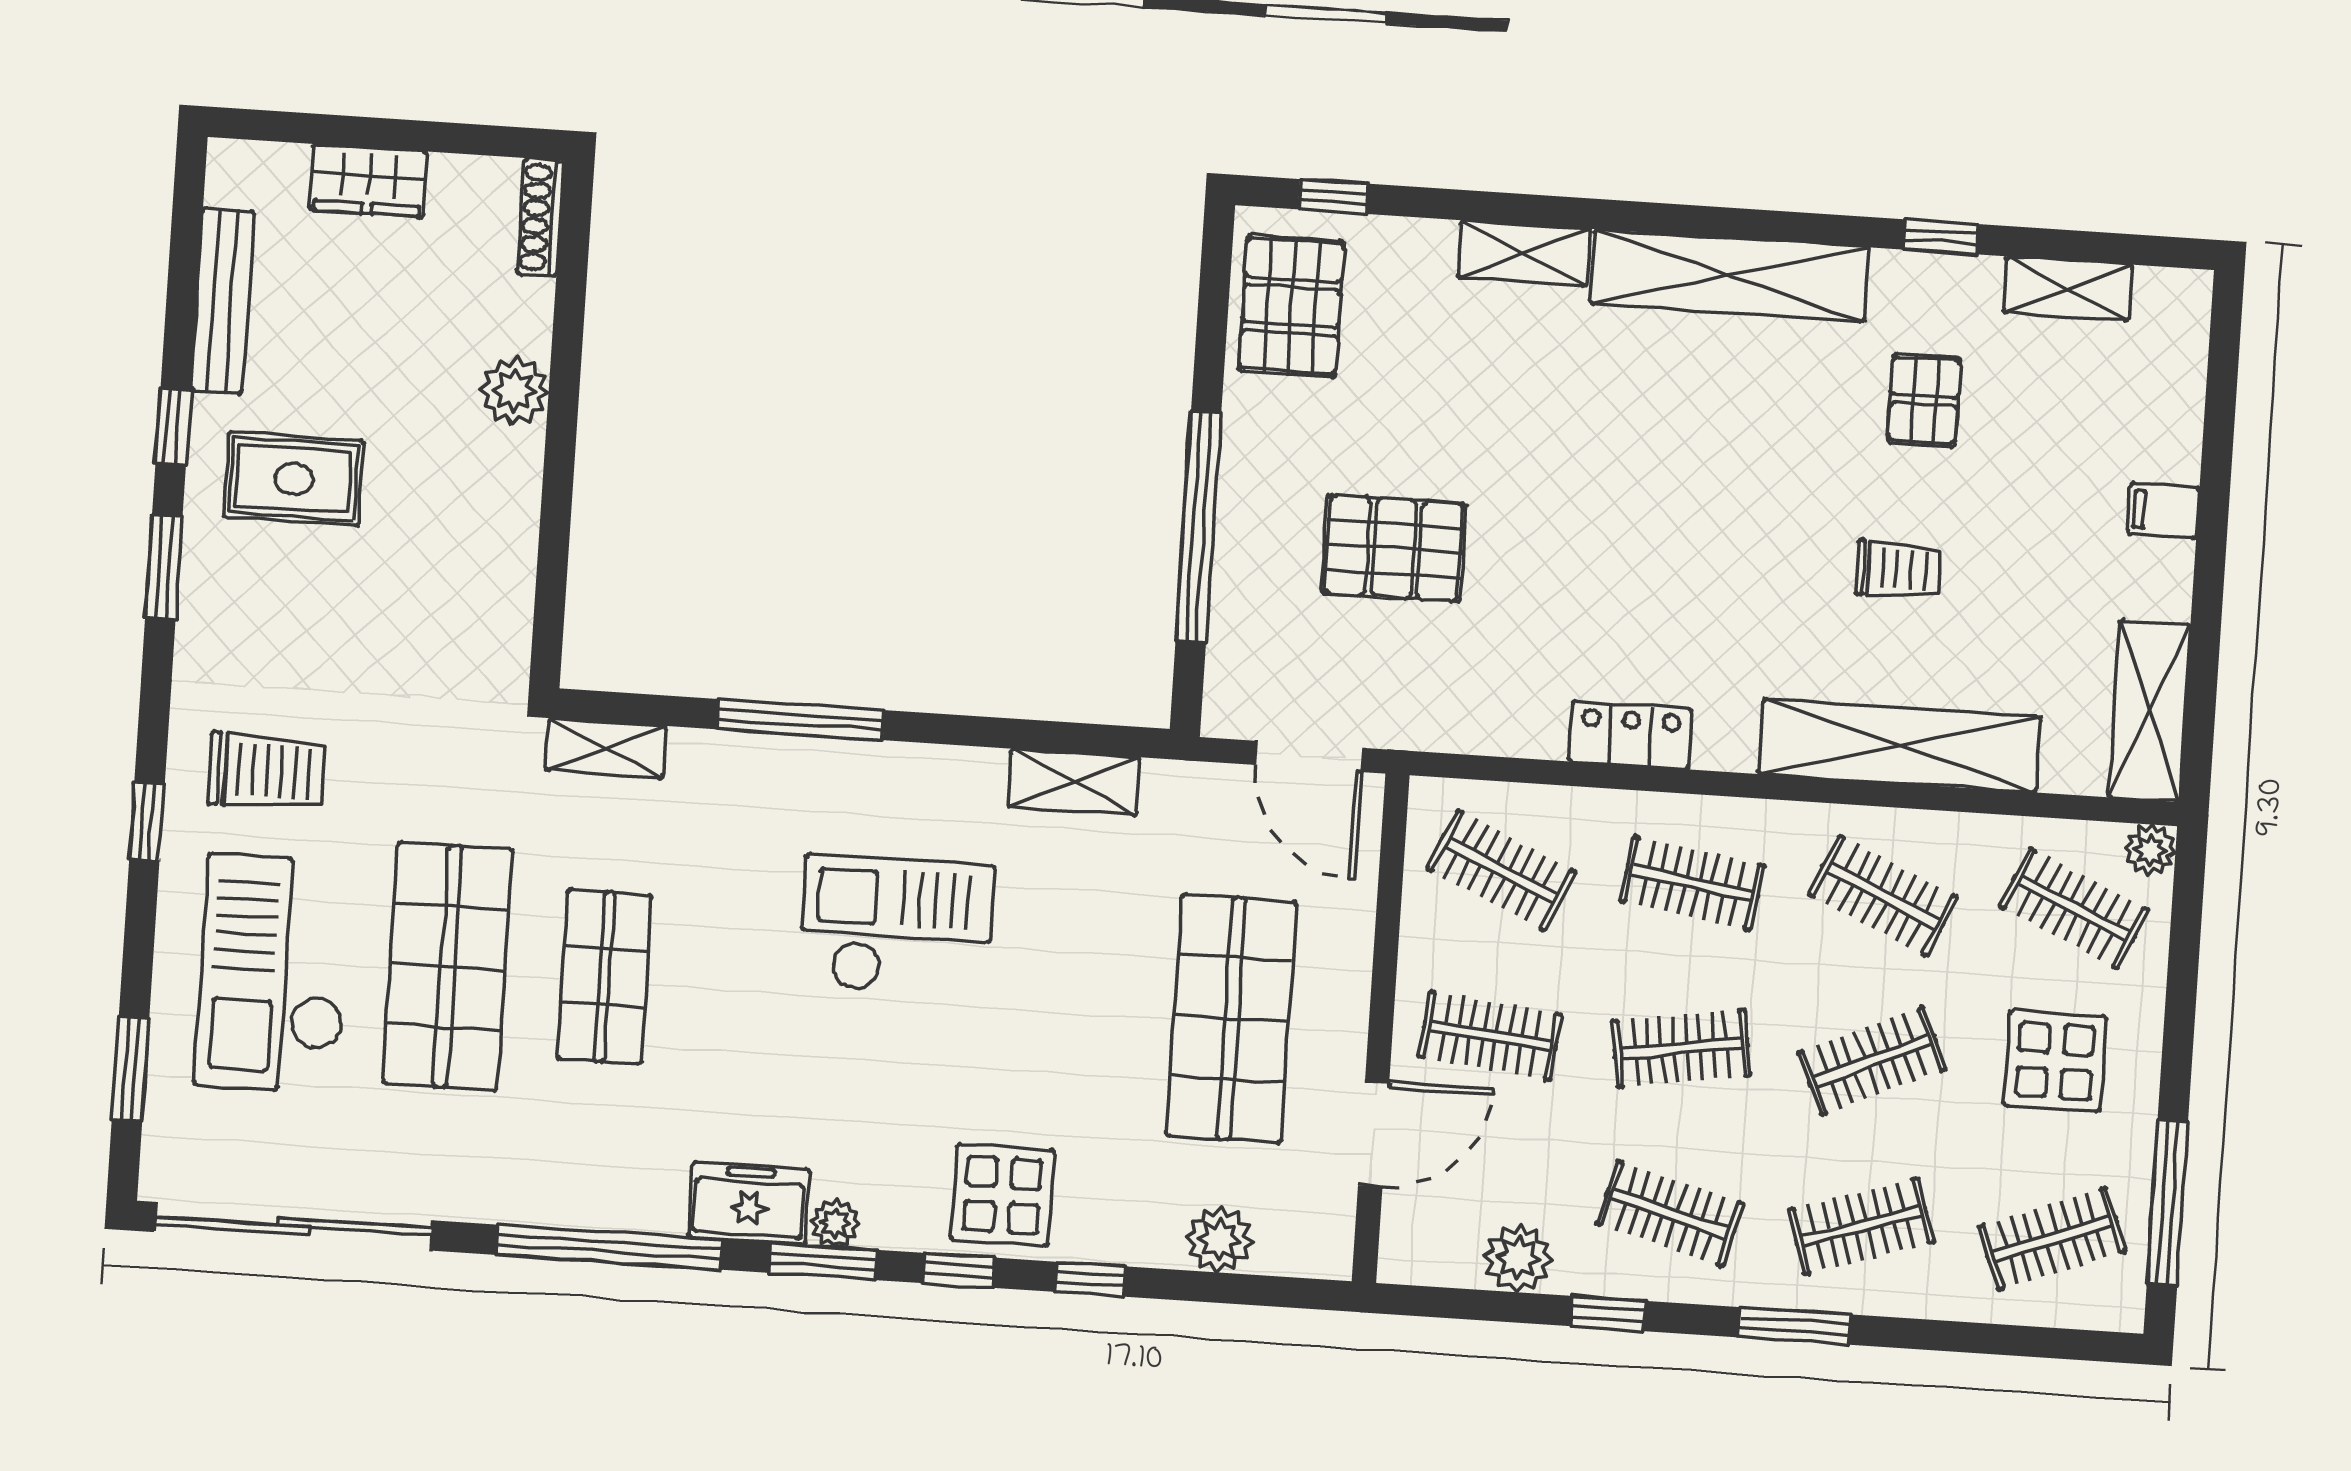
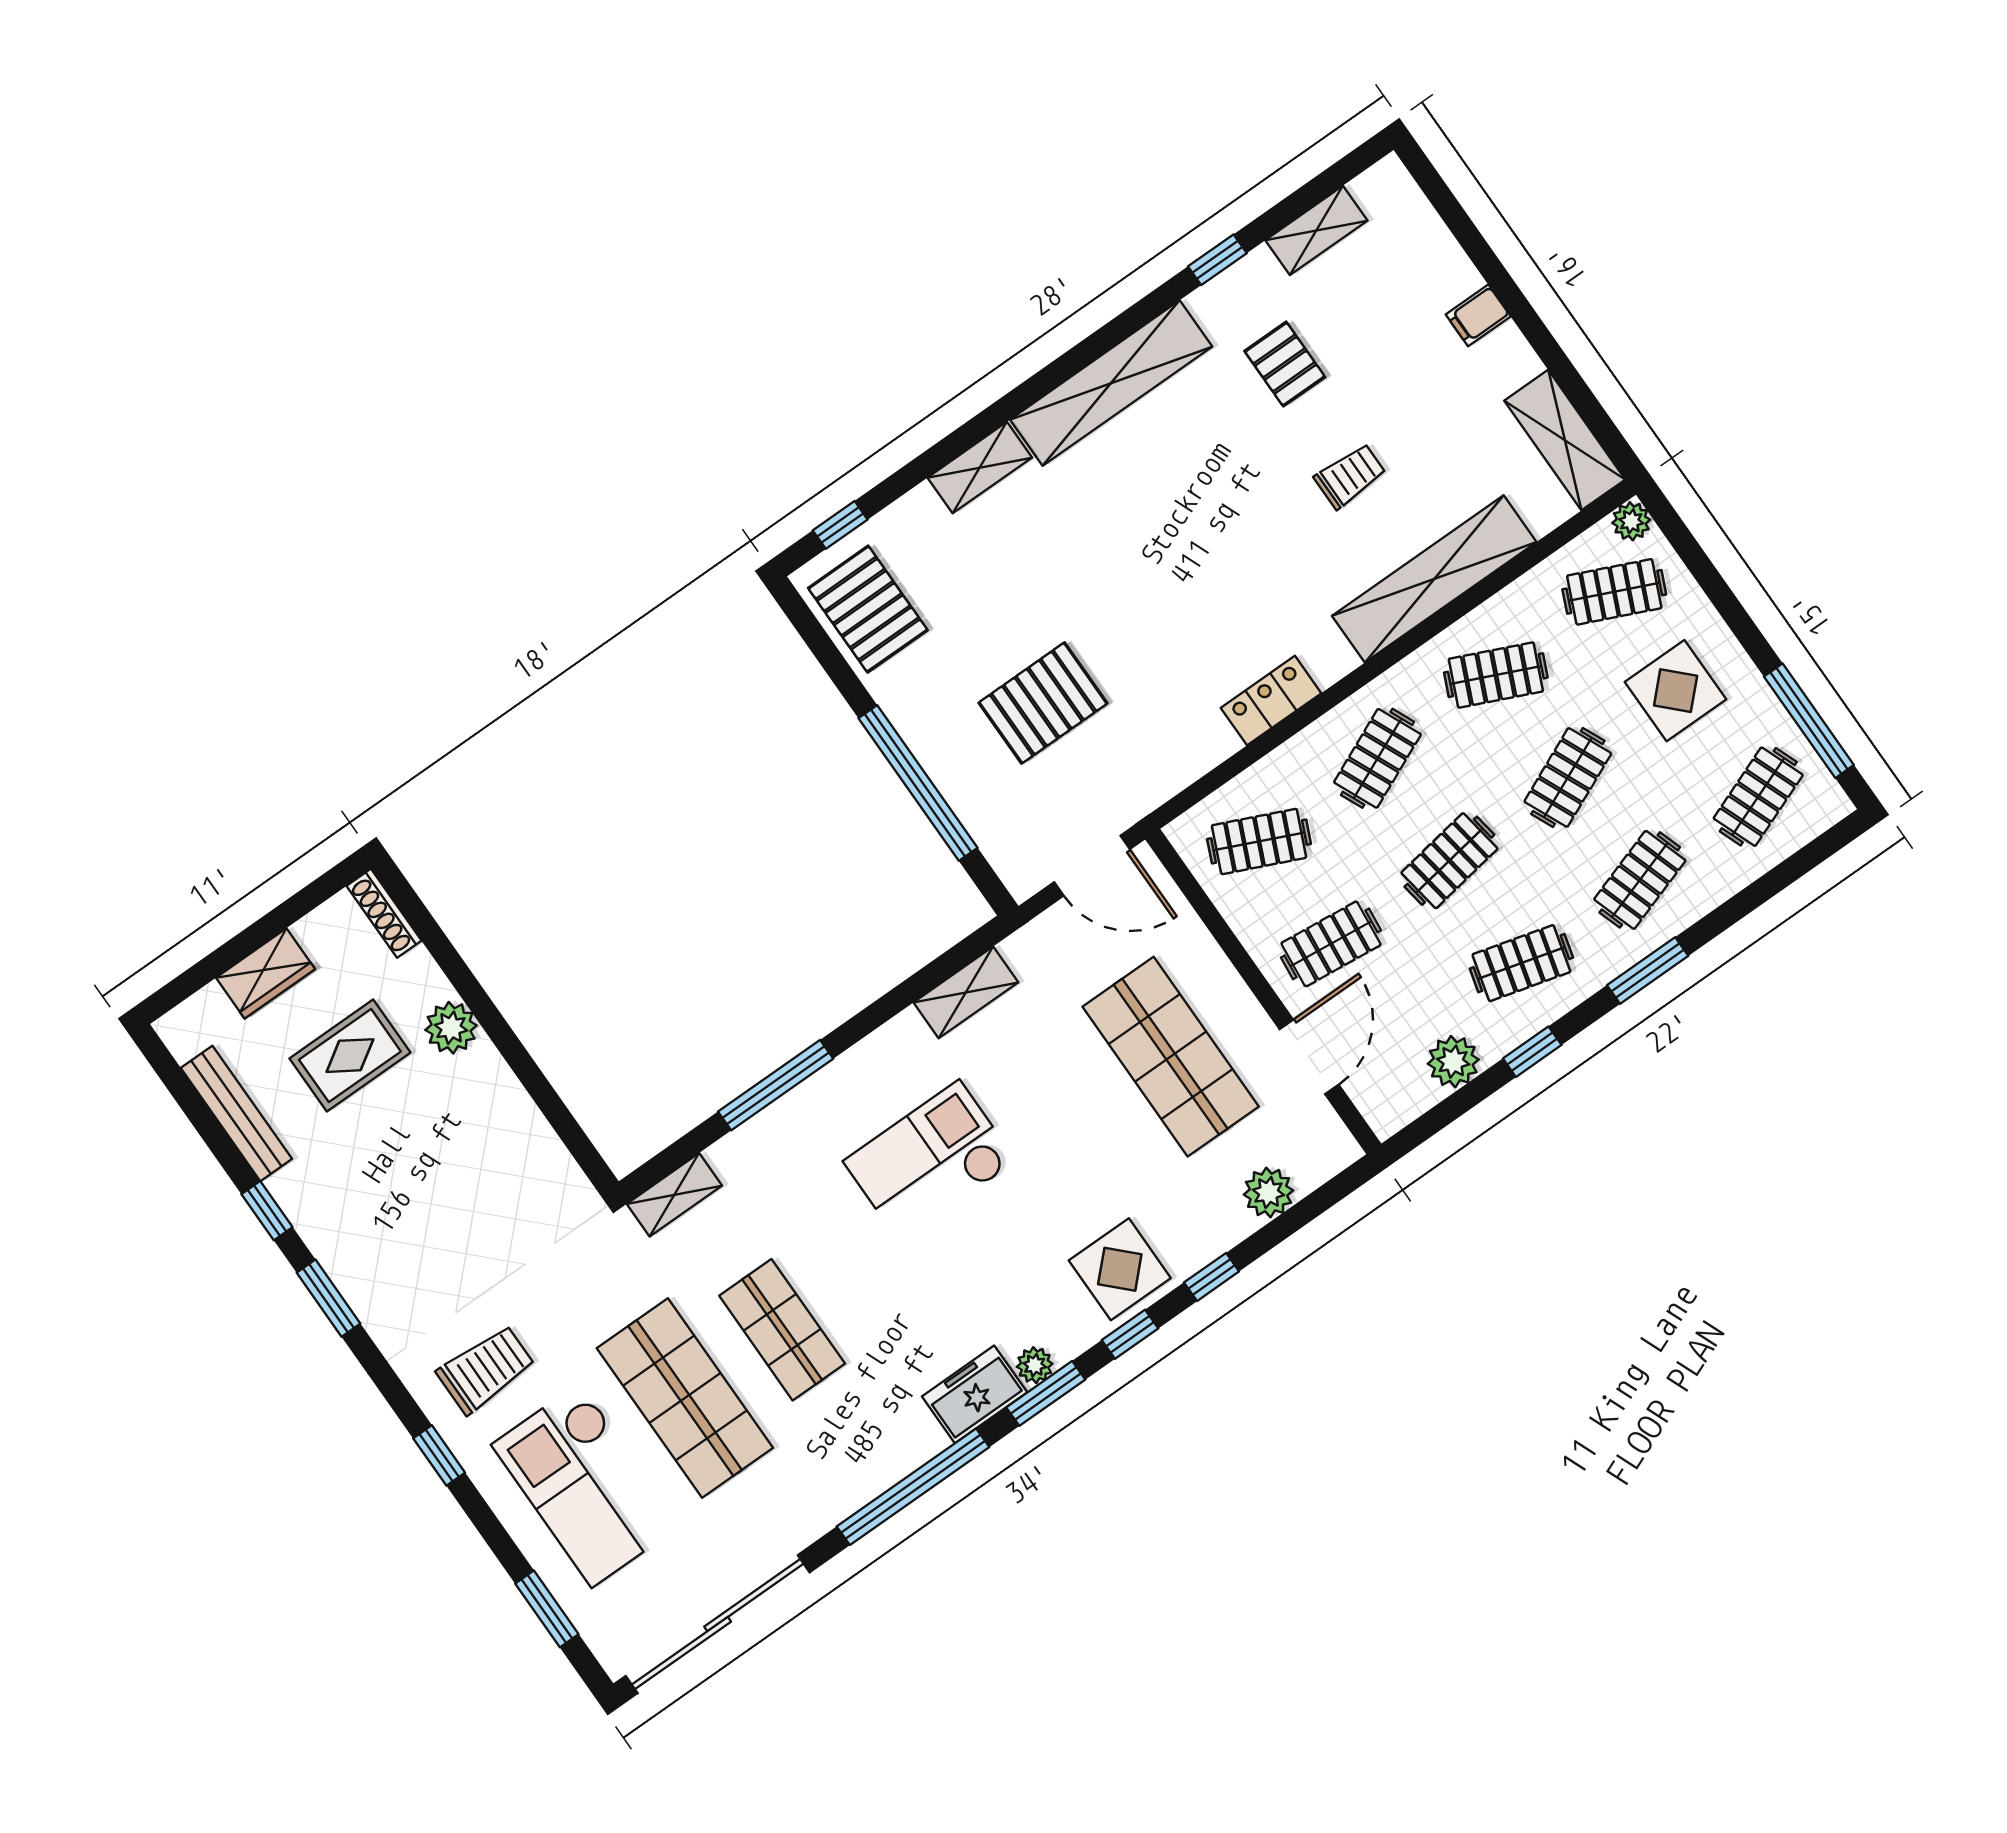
rug: (294, 479) -> (350, 1056), moved
clothes rail: (1692, 883) -> (1377, 758), turned -33

